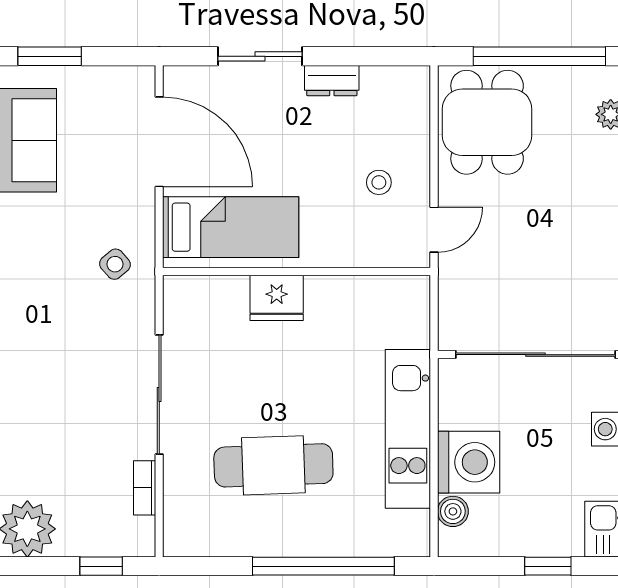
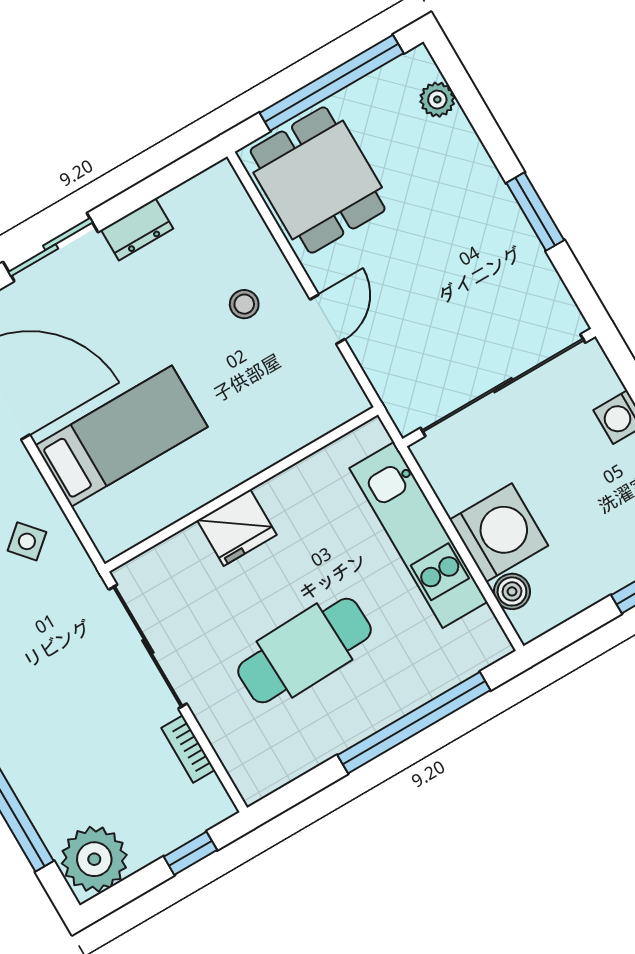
wall: (297, 271) -> (241, 489), moved
fridge: (277, 298) -> (237, 528), moved

